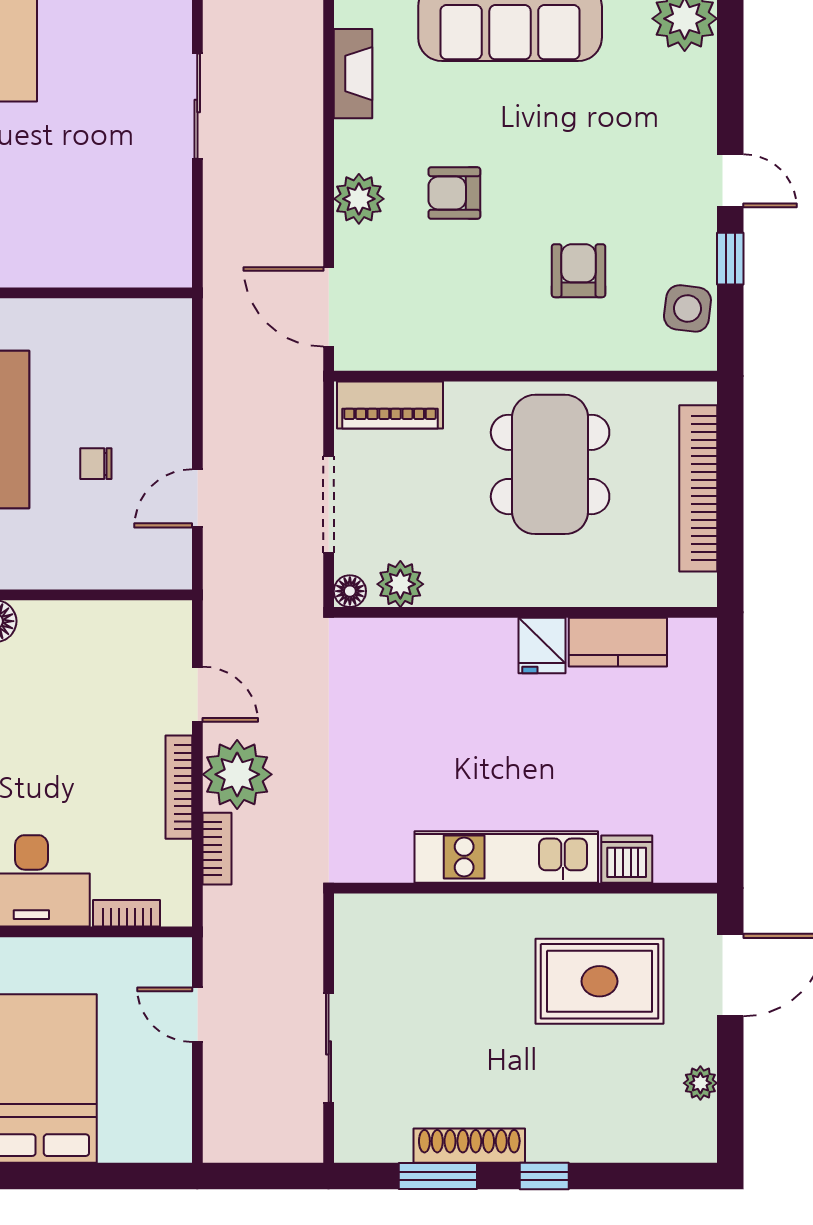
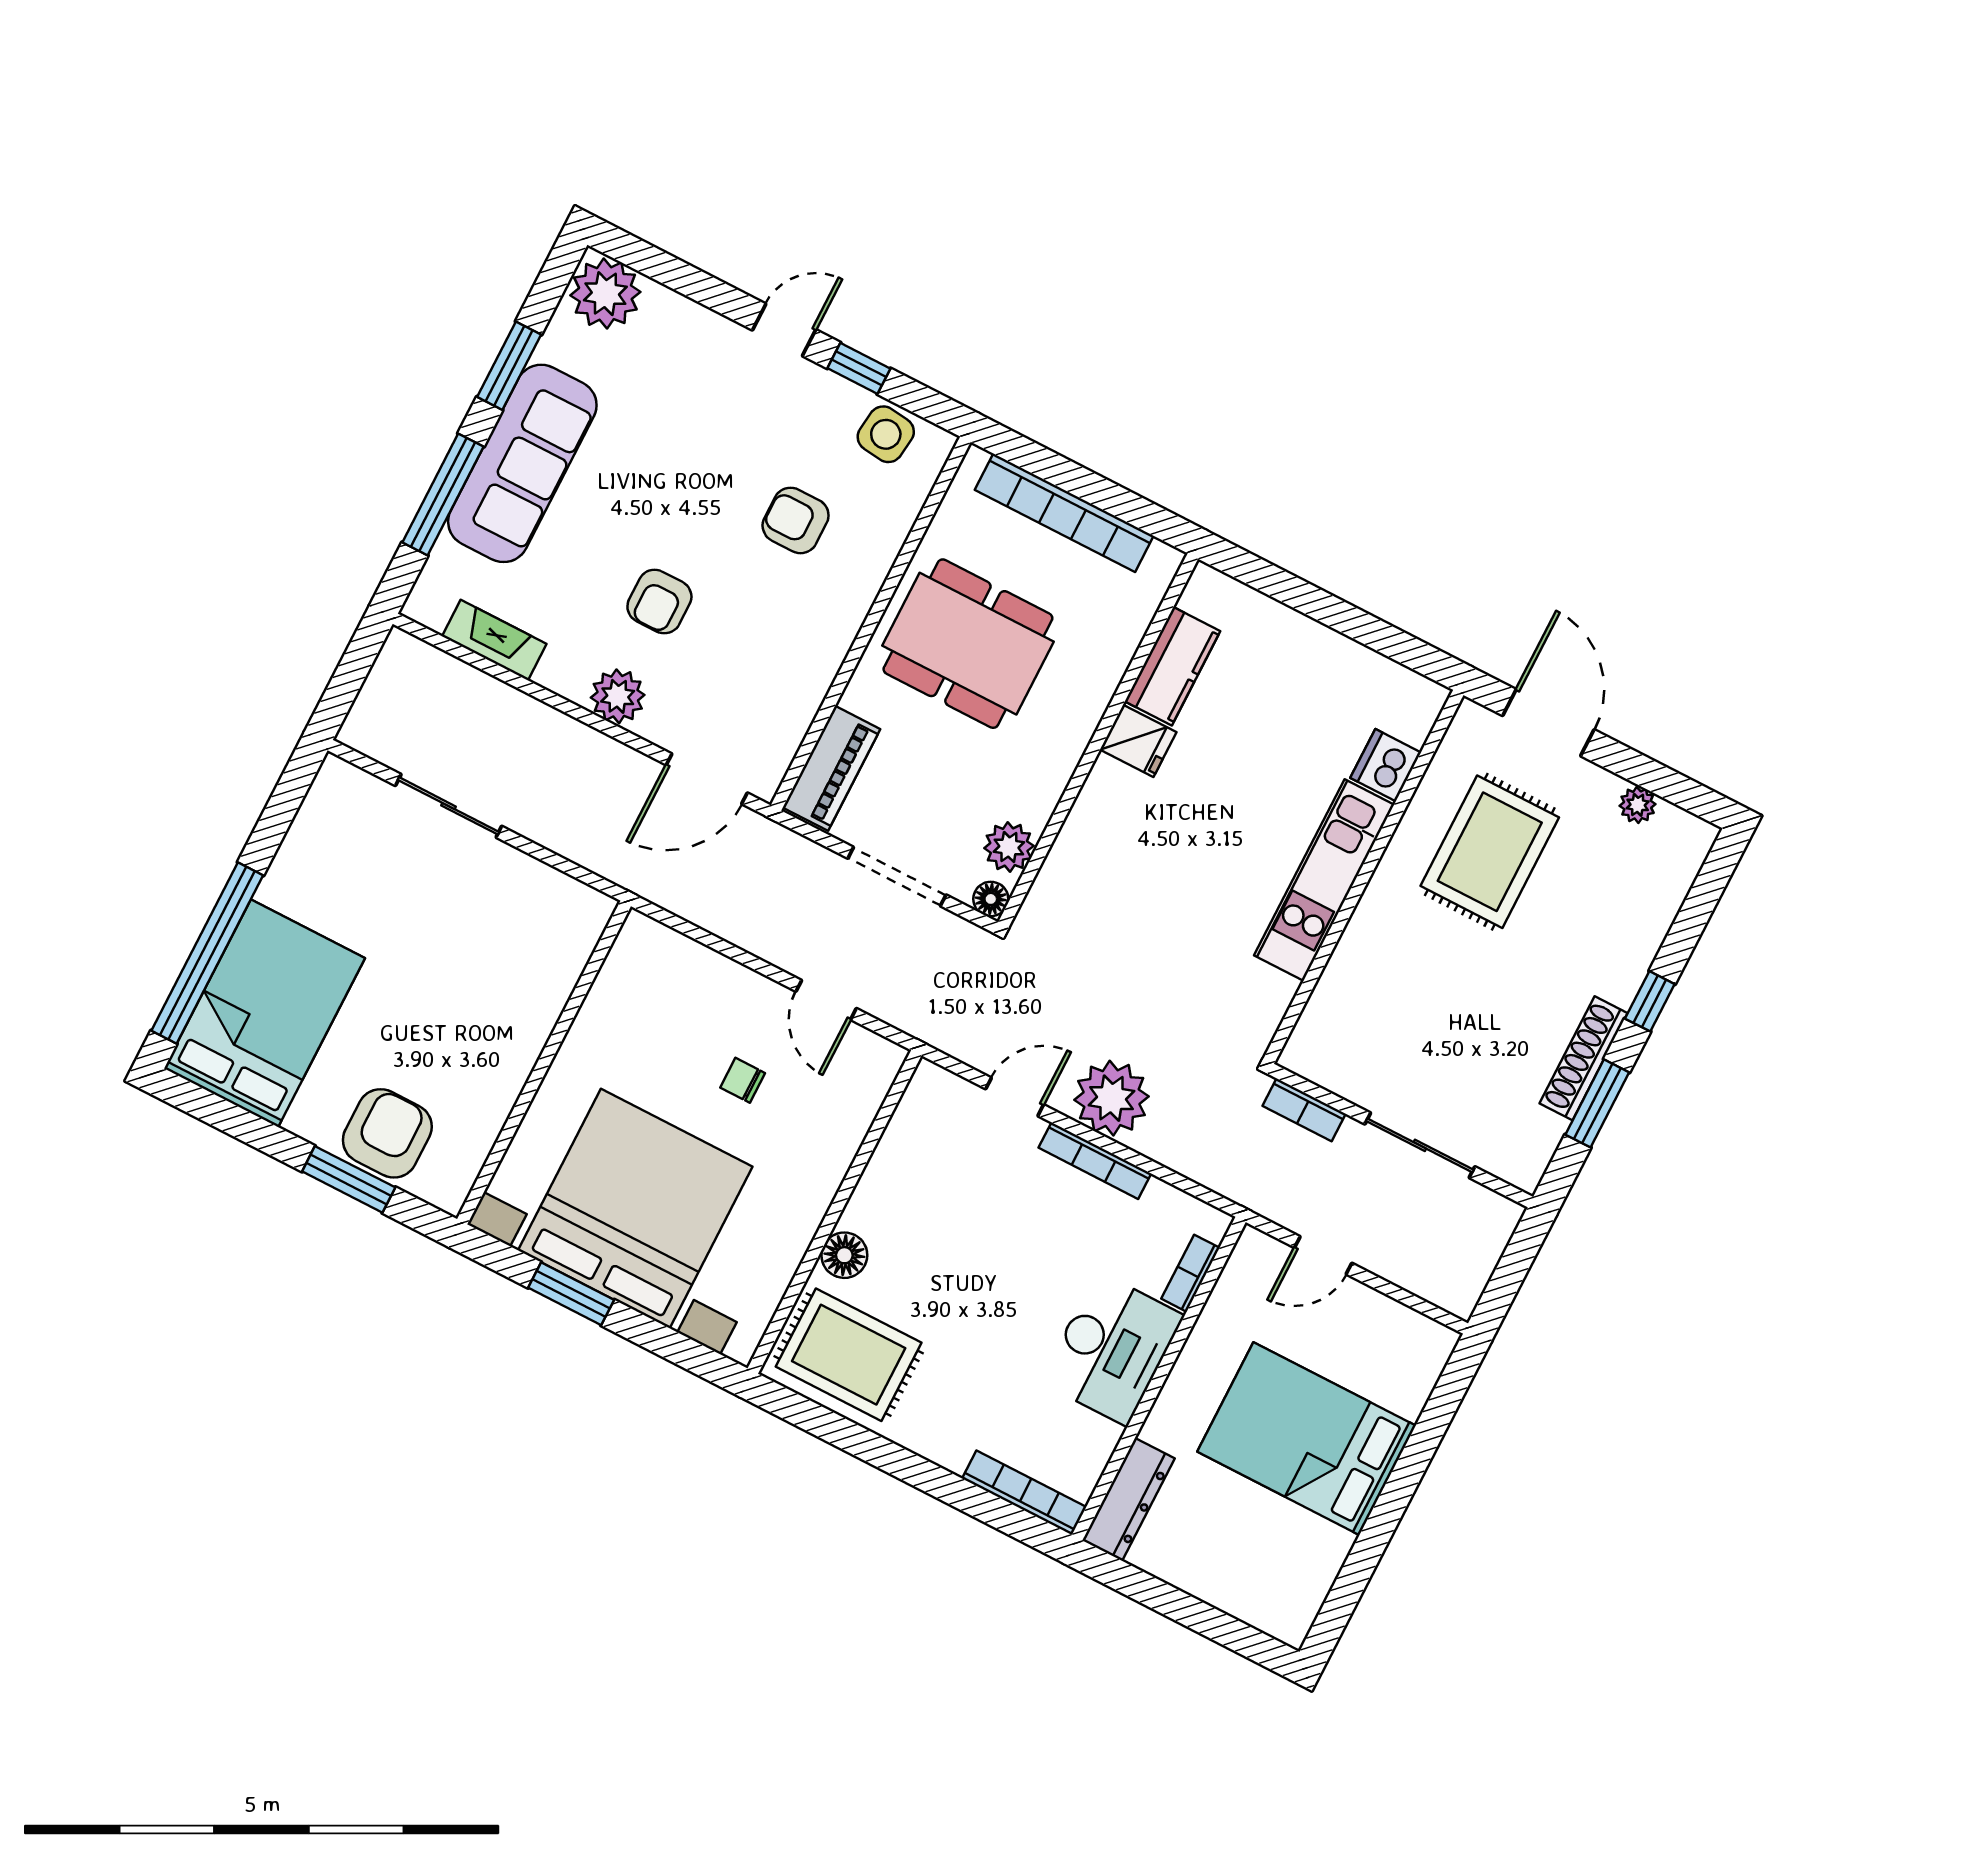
chair: (96, 464) -> (743, 1080), turned 90
bookcase: (217, 849) -> (1304, 1110), moved, turned 180

